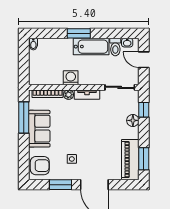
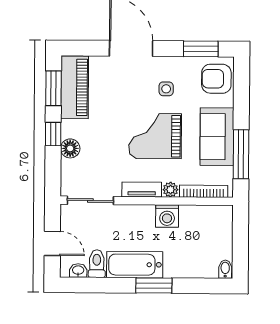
window: (144, 110) -> (53, 134), moved
grand piano: (79, 129) -> (155, 136), added
window: (60, 185) -> (201, 49), moved

